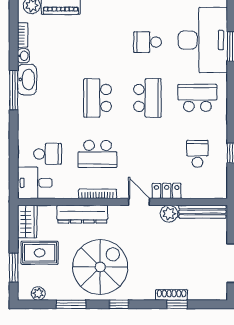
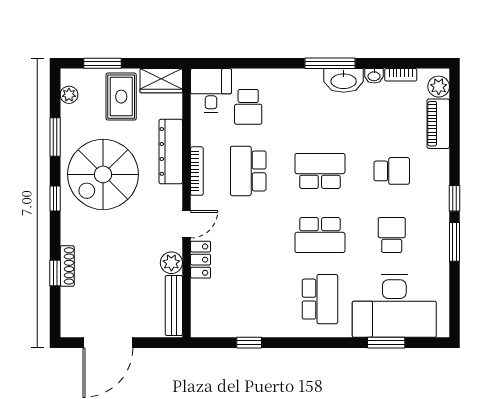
school desk: (197, 154) -> (392, 171), moved
spiral stairs: (100, 267) -> (103, 174), turned 90

